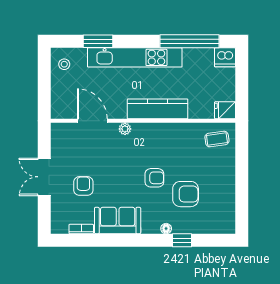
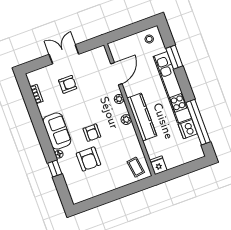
dishwasher: (225, 57) -> (188, 129), moved
plant: (154, 129) -> (126, 120), added
sofa: (118, 221) -> (57, 131), moved

